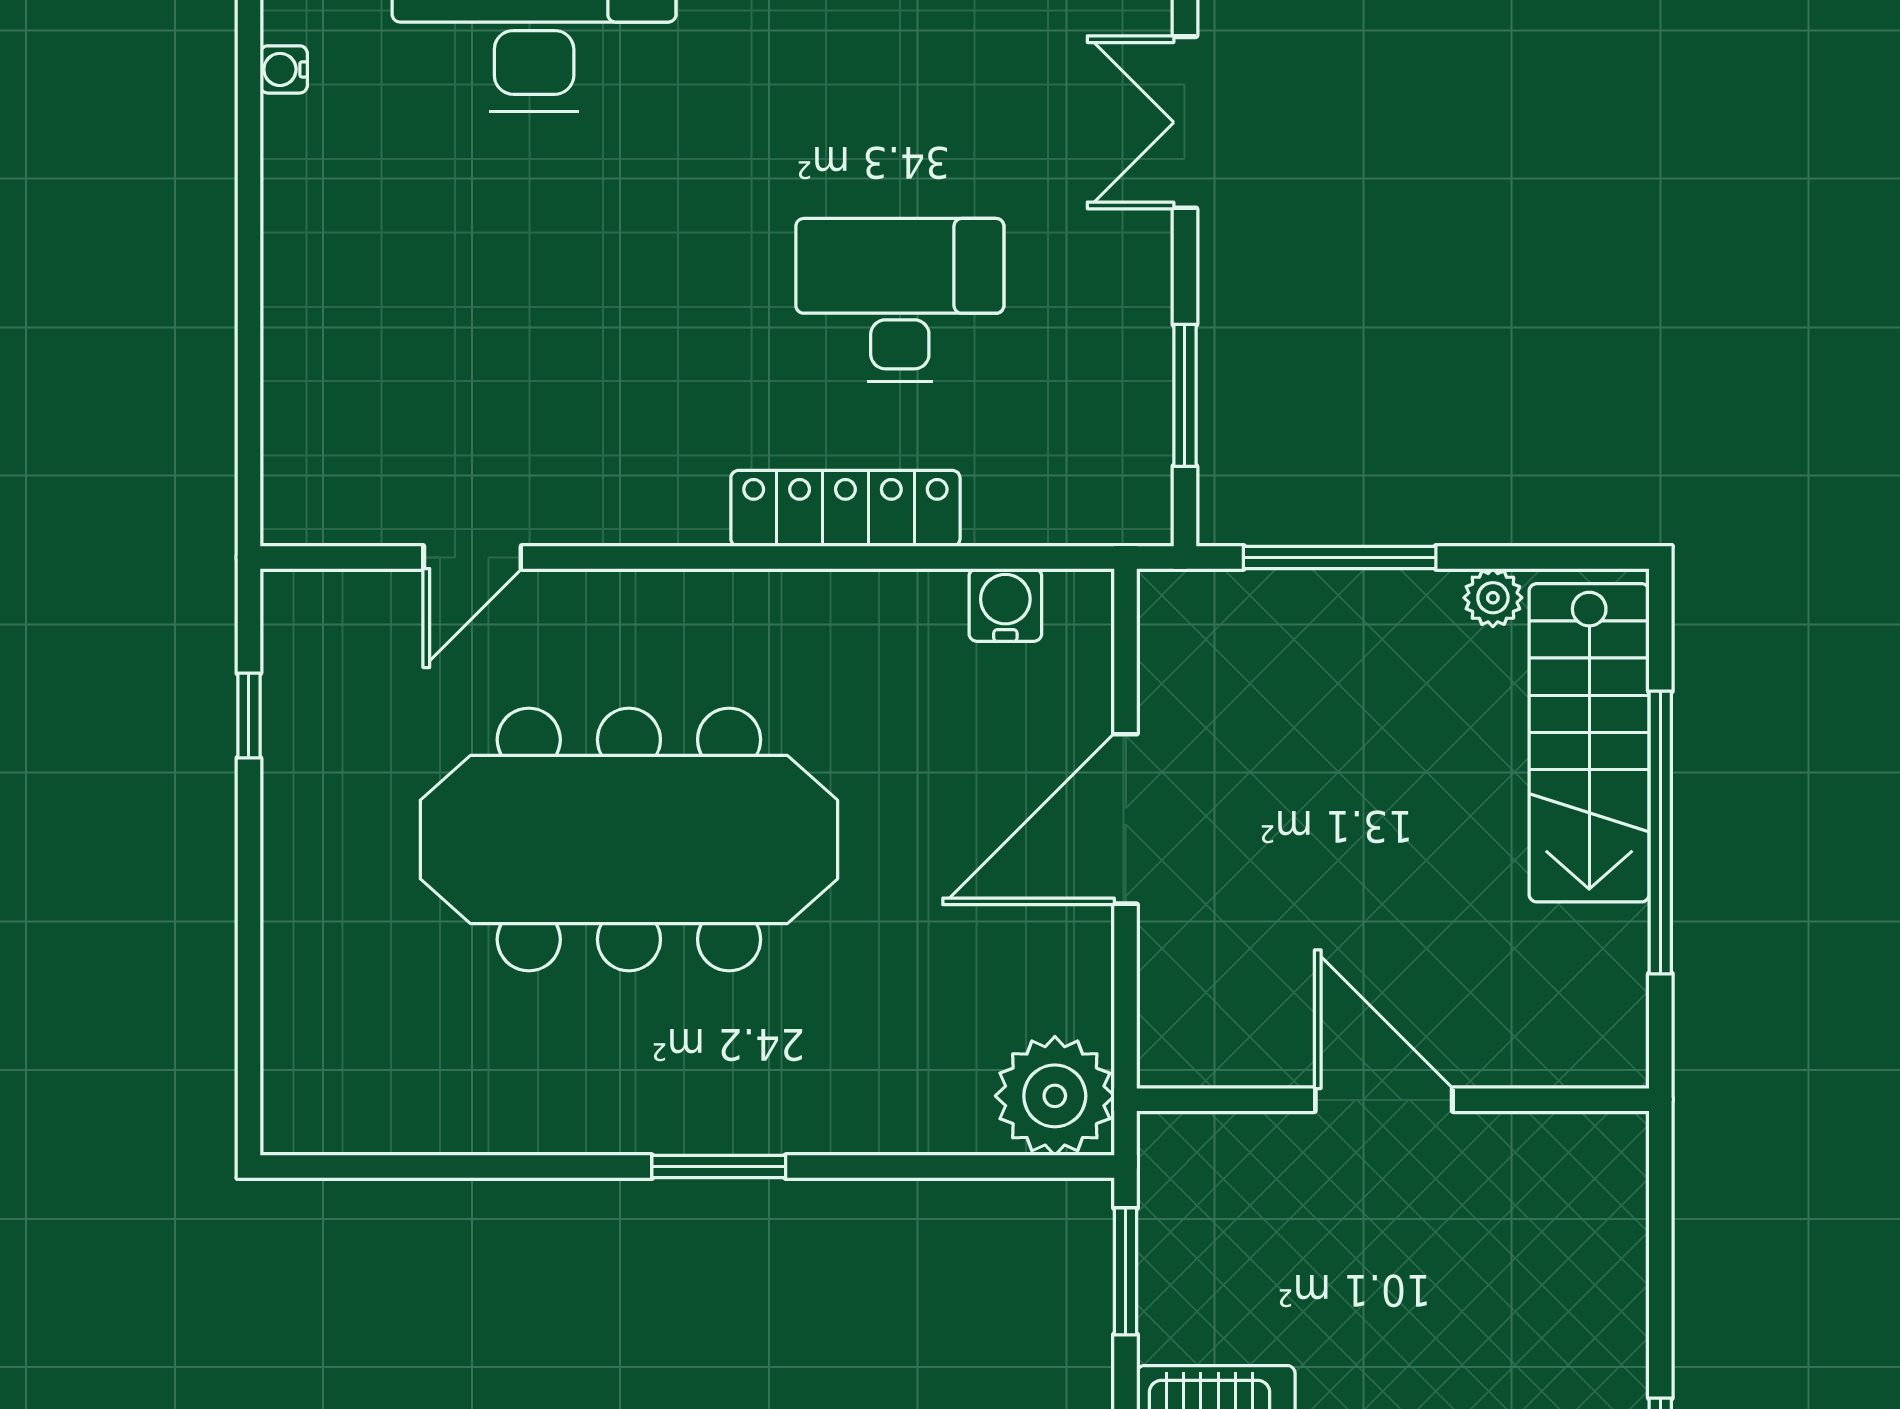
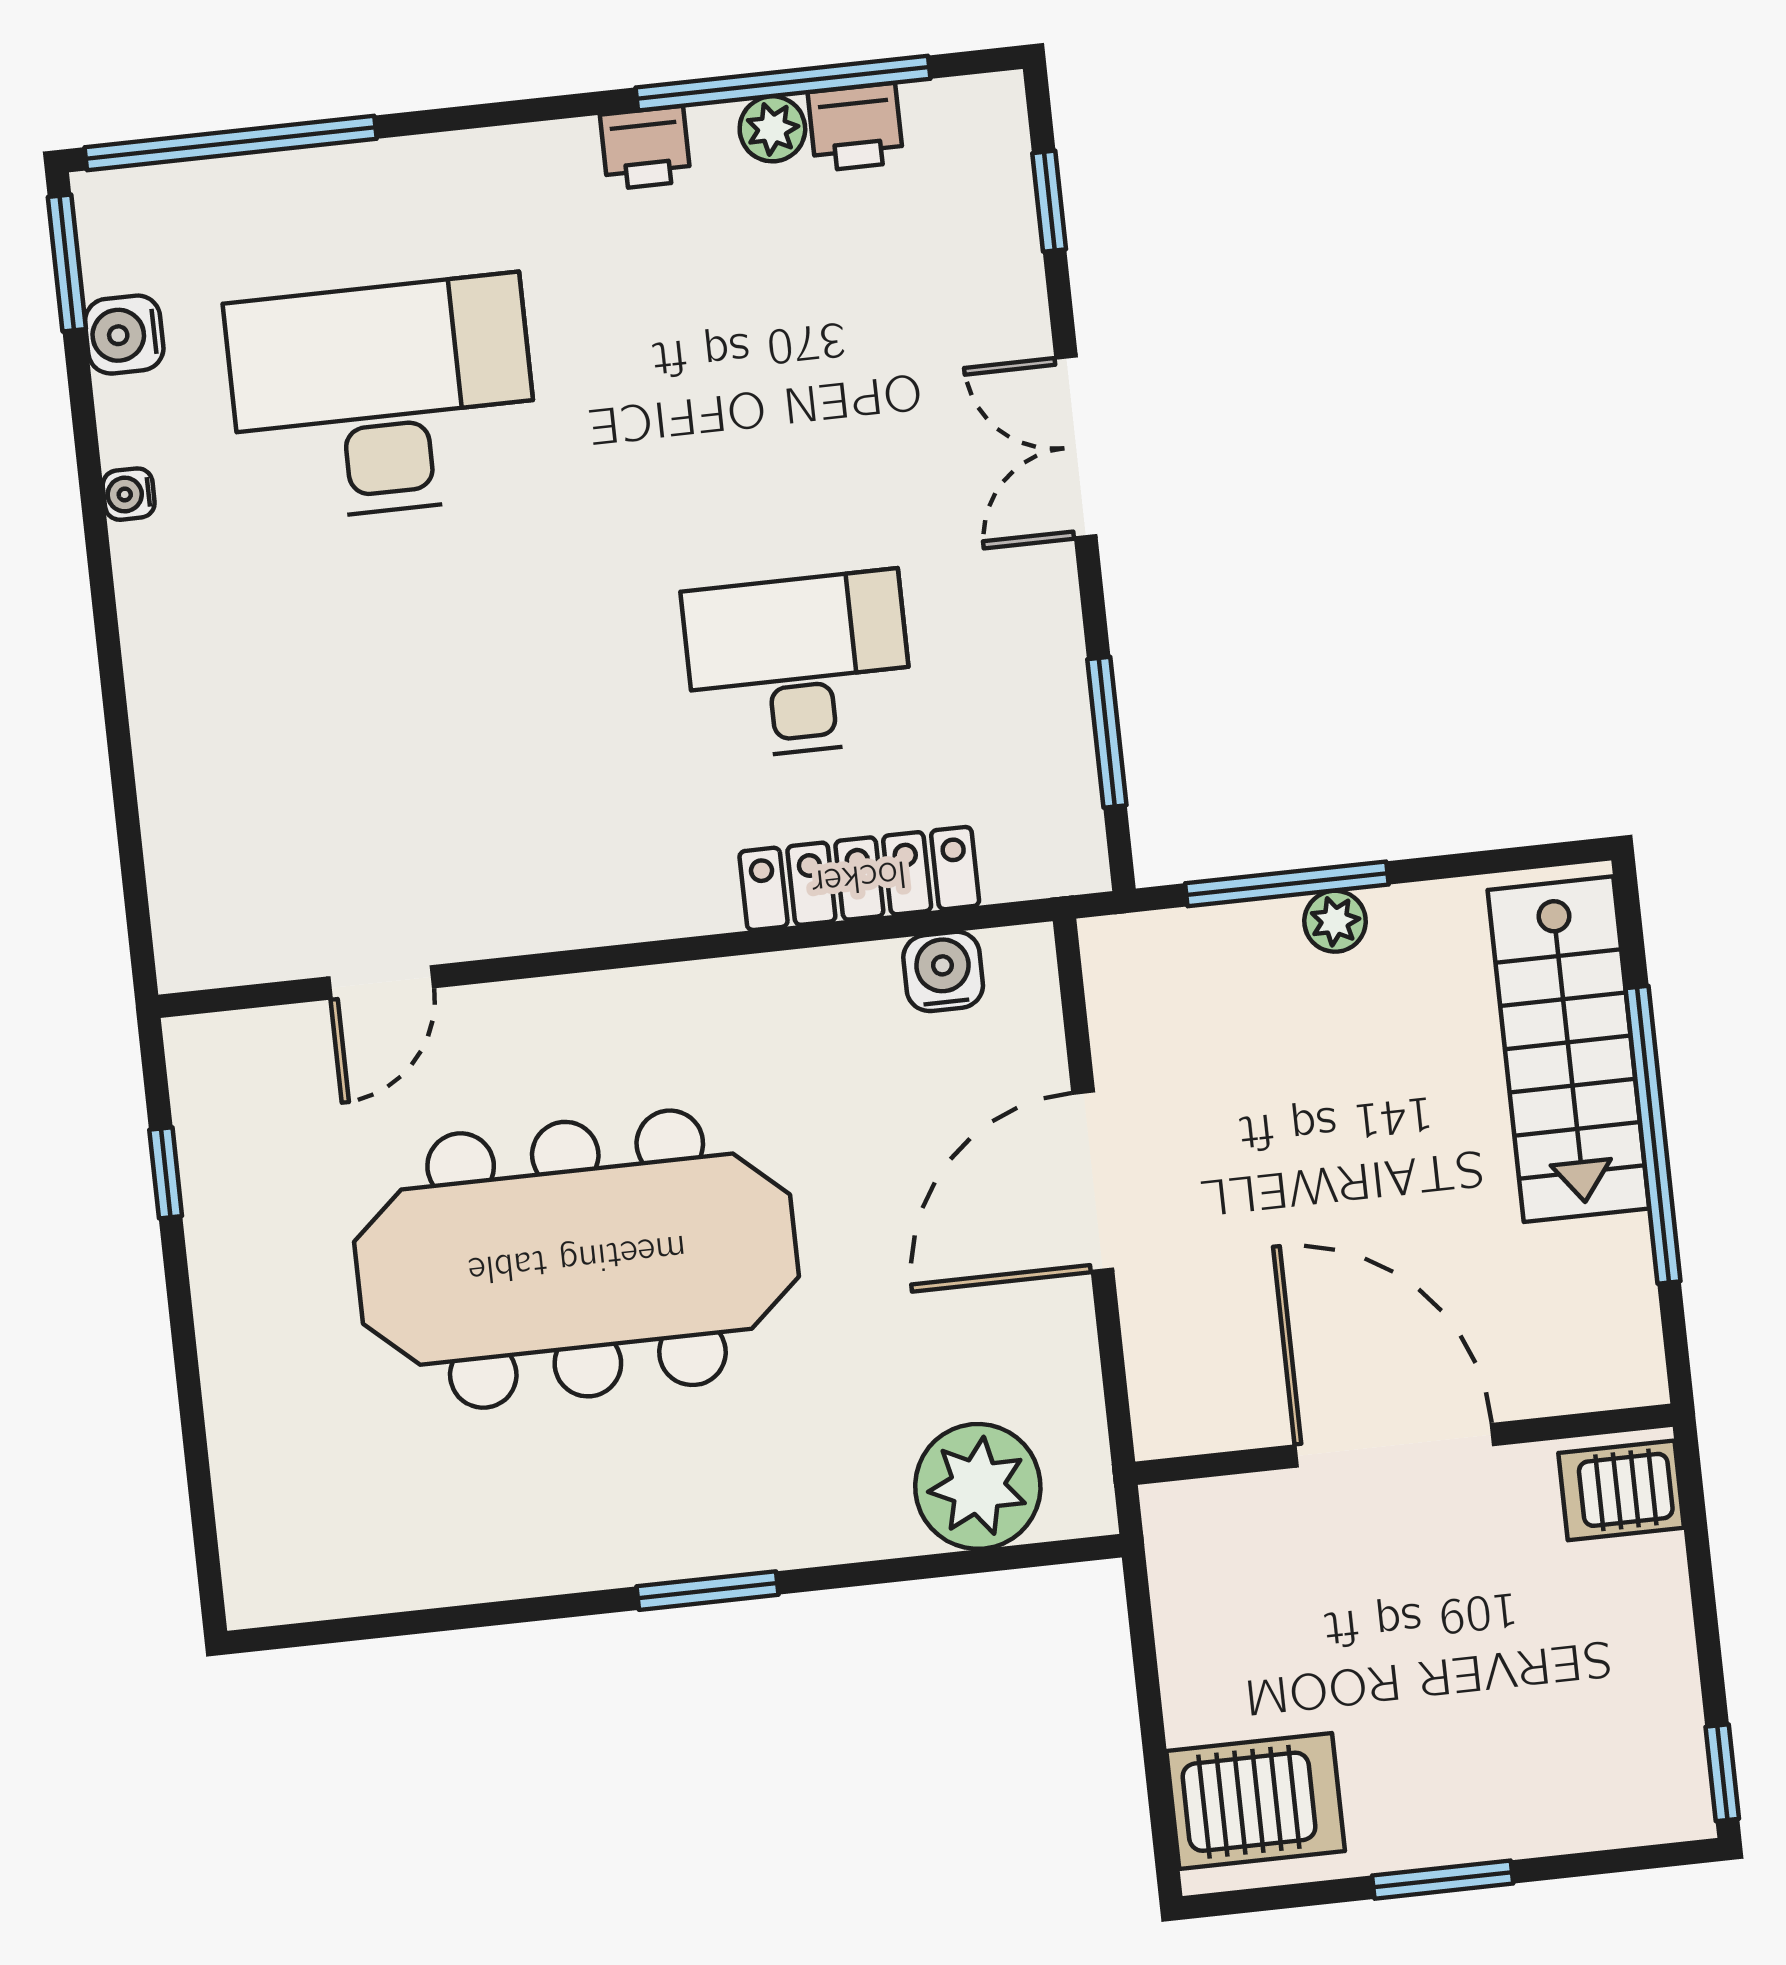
locker: (845, 508) -> (859, 878), moved
plant: (1493, 598) -> (1335, 921), moved
plant: (1055, 1096) -> (978, 1486), moved
door: (1384, 1100) -> (1394, 1445), width x1.36
server rack: (1594, 1166) -> (1621, 1490), added
window: (1126, 1271) -> (1144, 1654), removed

